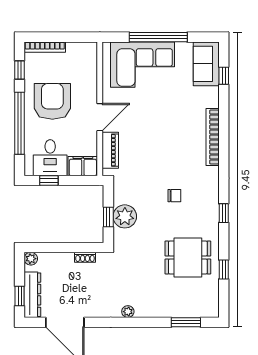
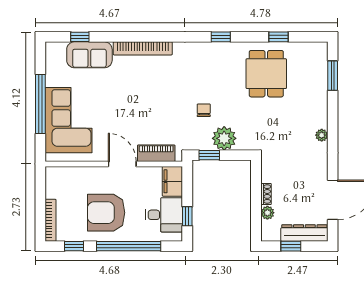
sofa: (206, 64) -> (89, 55), moved
chair: (174, 196) -> (204, 110), moved
window: (108, 217) -> (209, 155), moved
shoe rack: (85, 257) -> (266, 194), moved
plant: (31, 259) -> (267, 213), moved
window: (20, 296) -> (291, 246), moved

